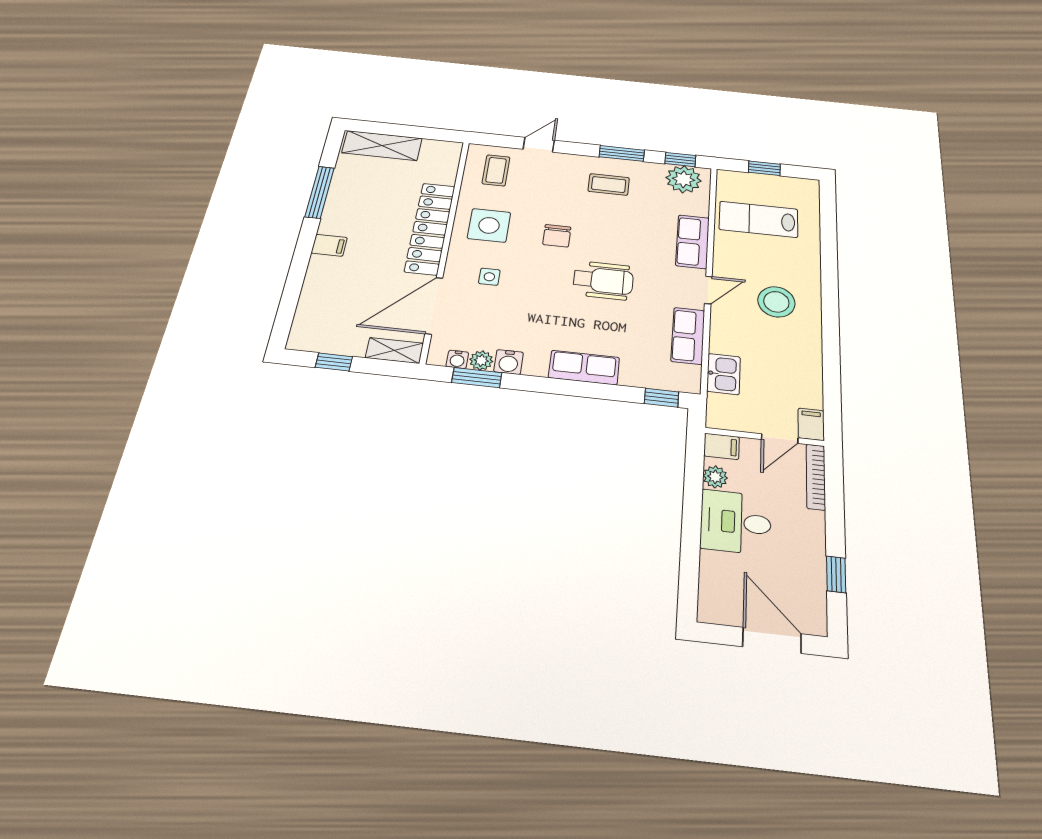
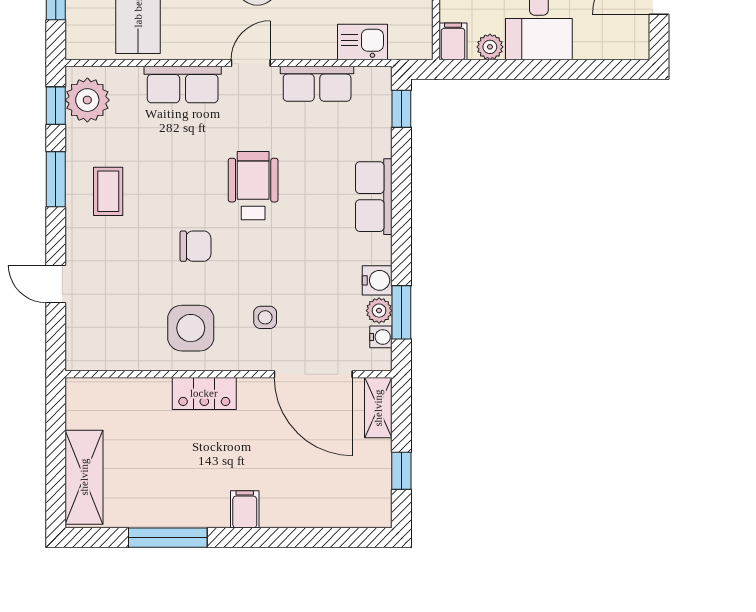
coffee table: (496, 170) -> (105, 331), removed
locker: (430, 228) -> (204, 393), width x0.46, depth x0.83
door: (708, 290) -> (251, 63), hinge flipped

